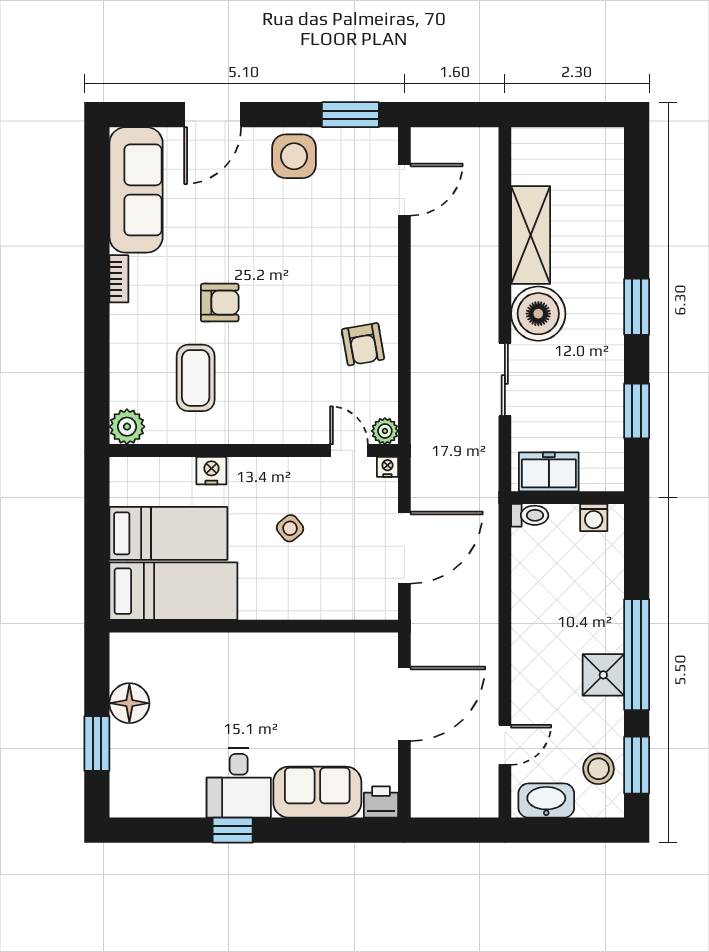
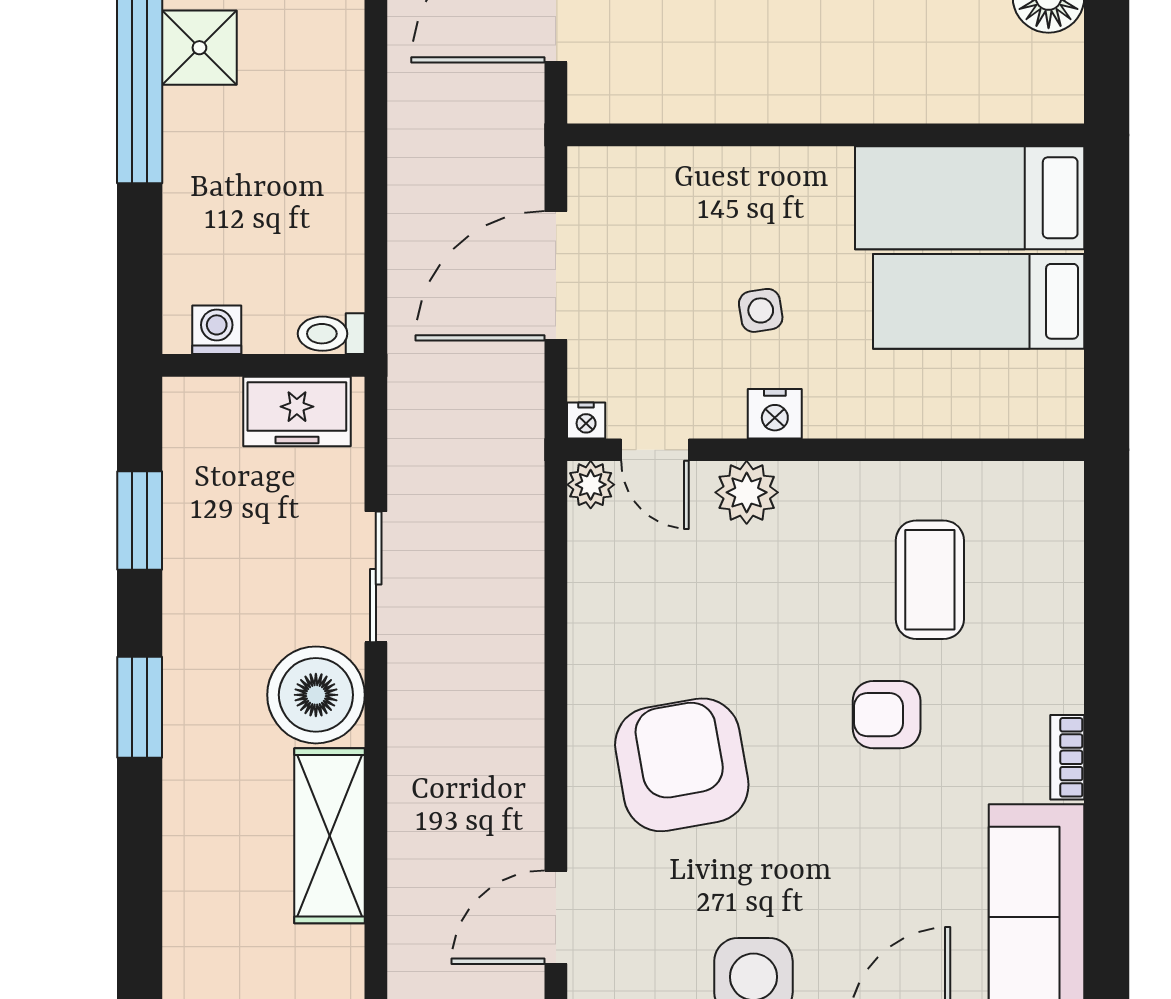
armchair: (363, 344) -> (682, 765), moved, width x1.88, depth x1.88
plant: (127, 427) -> (747, 492), moved
nightstand: (211, 471) -> (775, 414), moved
side table: (290, 528) -> (761, 310), turned 30

